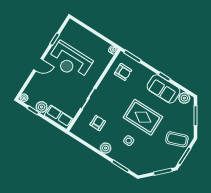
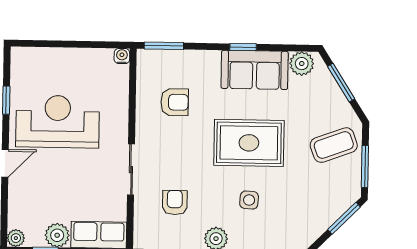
reception desk: (70, 61) -> (58, 122), turned 180
armchair: (123, 72) -> (175, 102), moved

